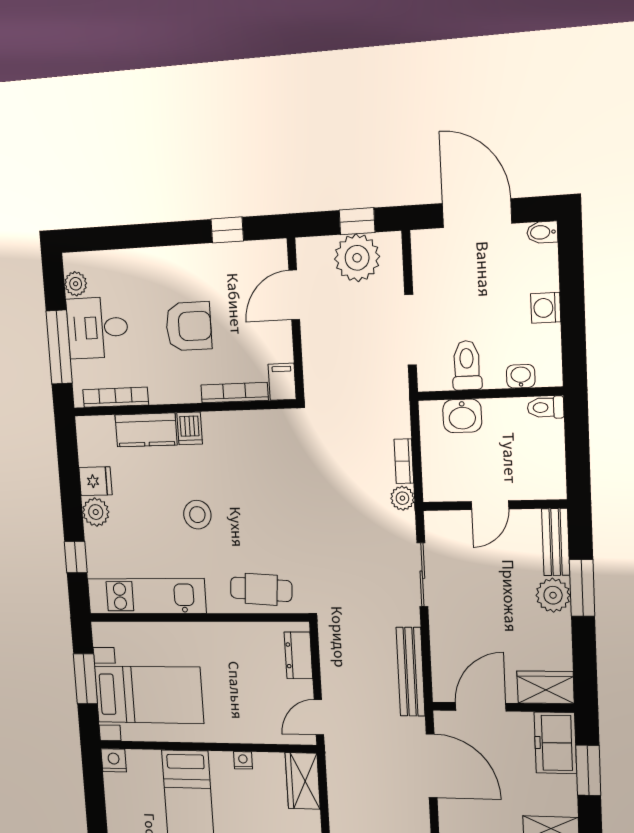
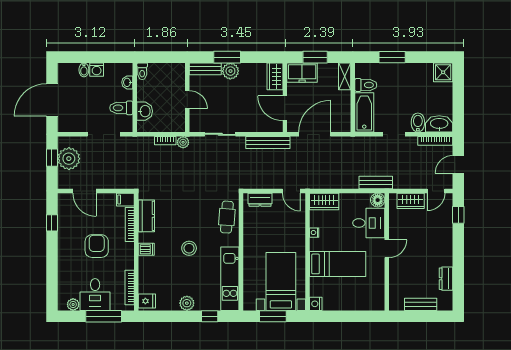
bidet: (542, 232) -> (84, 70), moved
kitchen counter: (146, 430) -> (146, 216), moved
fridge: (95, 481) -> (147, 301), moved, turned 90

